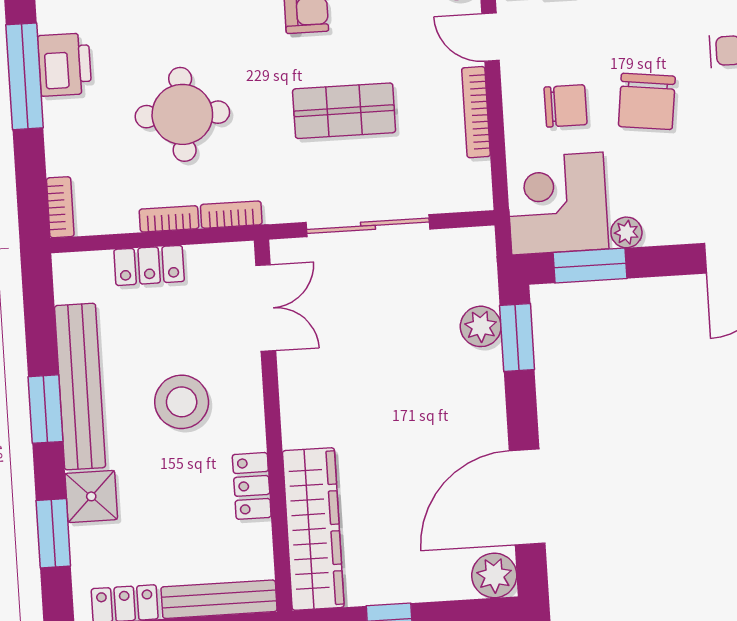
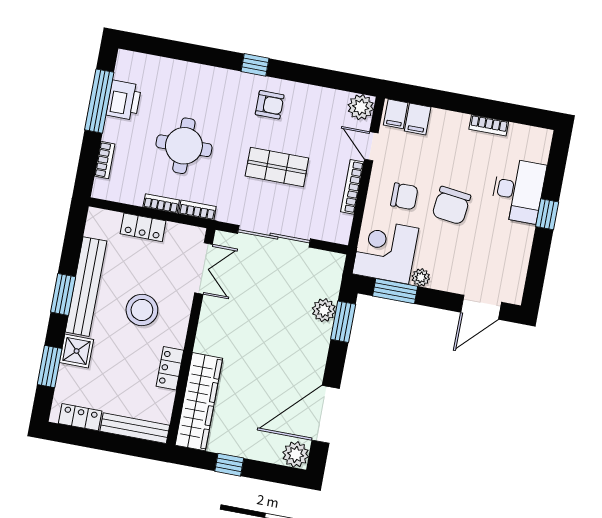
bookcase: (60, 207) -> (105, 160), moved

